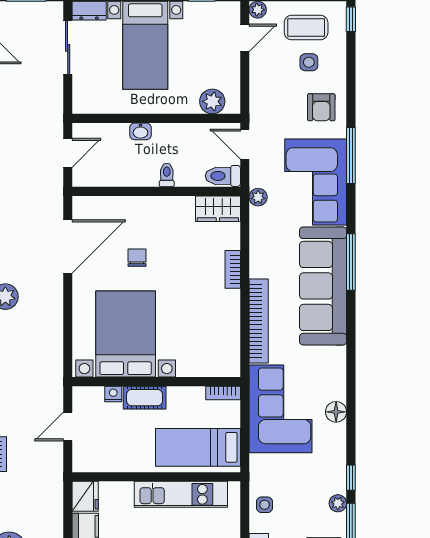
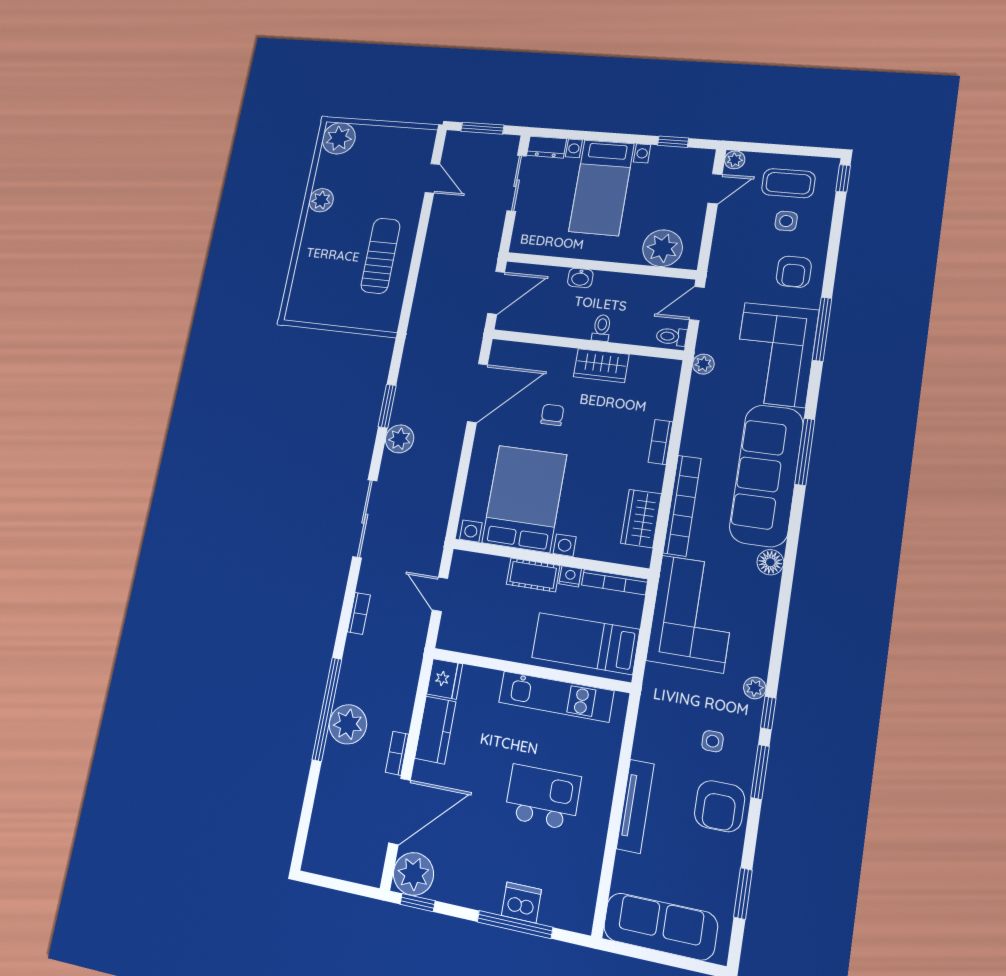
plant: (212, 101) -> (662, 248), width x1.36, depth x1.36
door: (245, 144) -> (697, 304), hinge flipped
door: (68, 153) -> (496, 293), width x1.38
toilet: (223, 176) -> (671, 337), width x0.73, depth x0.72
wardrobe: (218, 209) -> (601, 366), moved
wardrobe: (227, 337) -> (641, 519), added
bookcase: (223, 393) -> (615, 582), width x1.56
nightstand: (113, 394) -> (570, 576), moved
floor lamp: (336, 412) -> (770, 562), moved
door: (68, 426) -> (440, 594), hinge flipped
plant: (338, 503) -> (755, 688), moved
side table: (265, 505) -> (713, 741), moved

